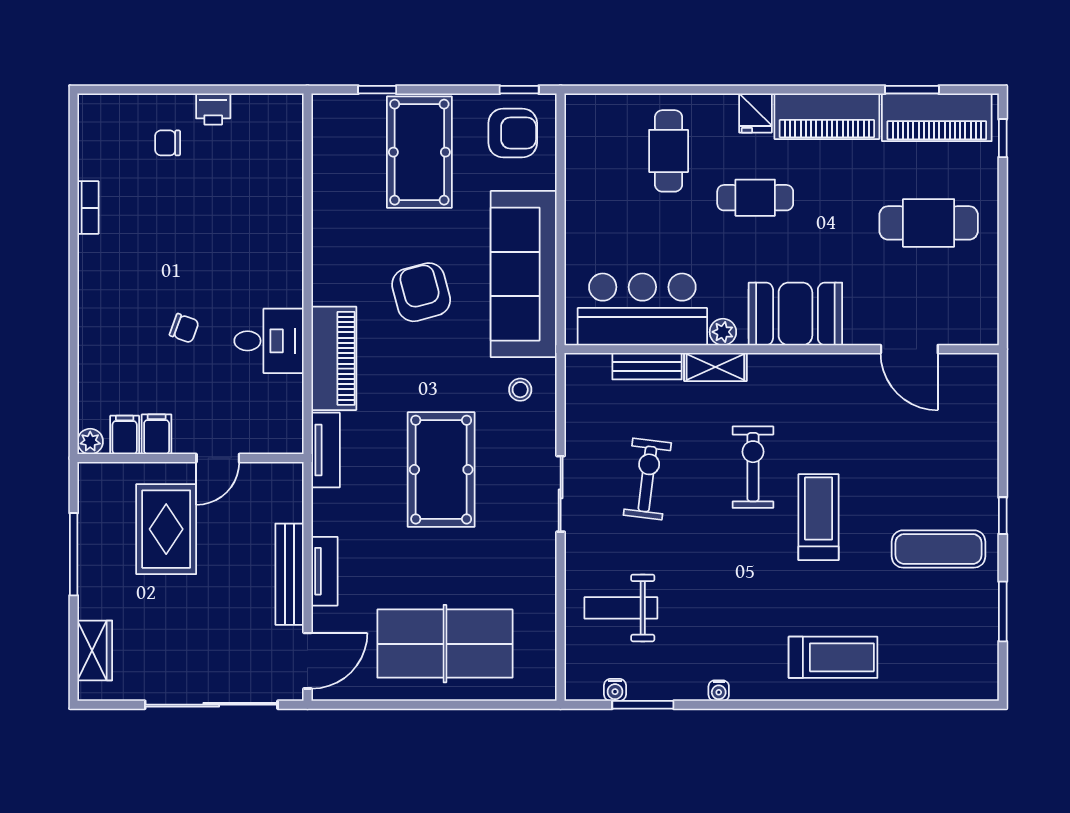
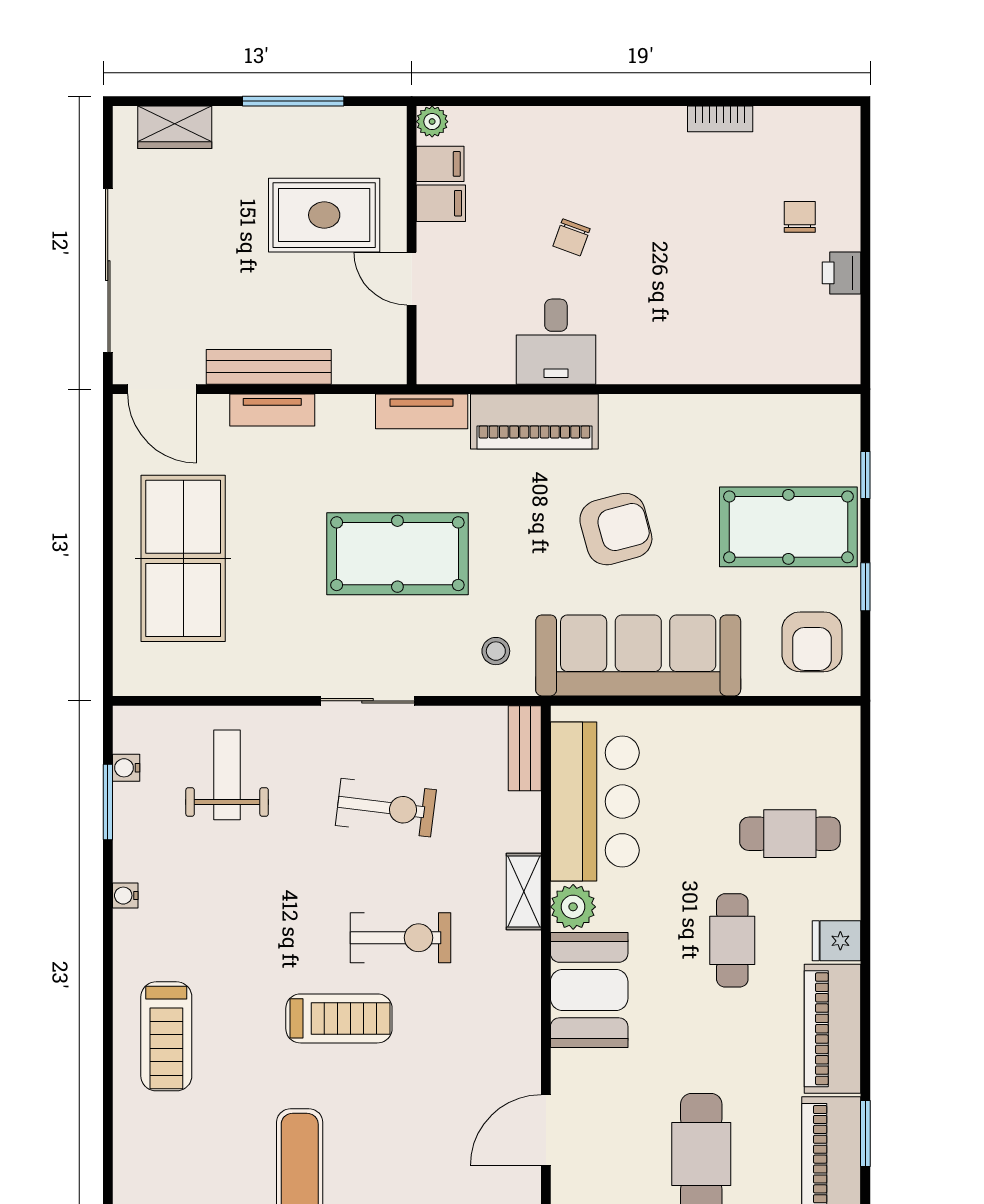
window: (519, 90) -> (865, 587), moved
plant: (723, 332) -> (573, 907), width x1.38, depth x1.38
bench: (647, 366) -> (525, 748), moved

